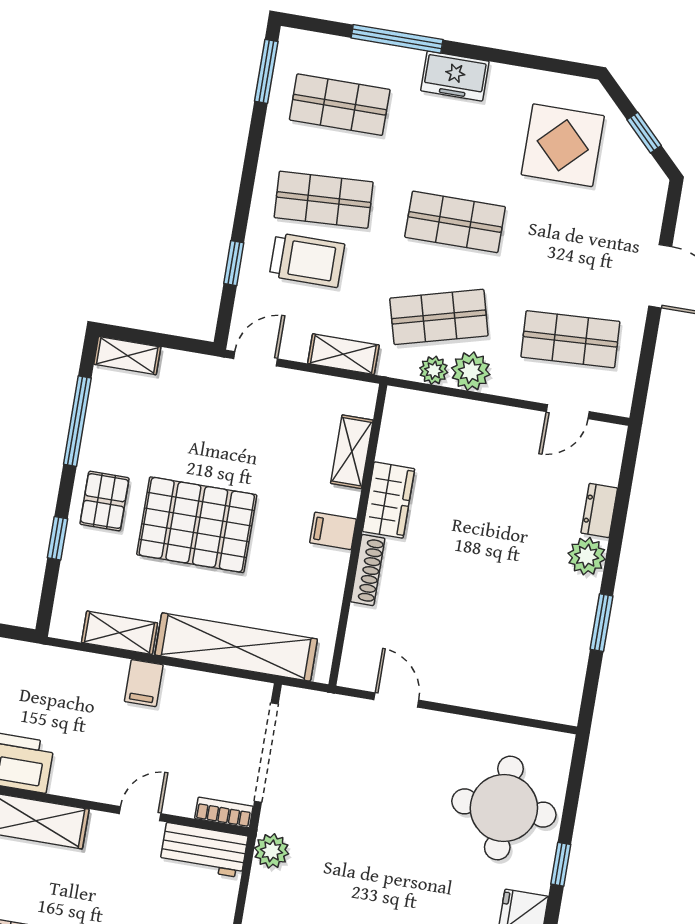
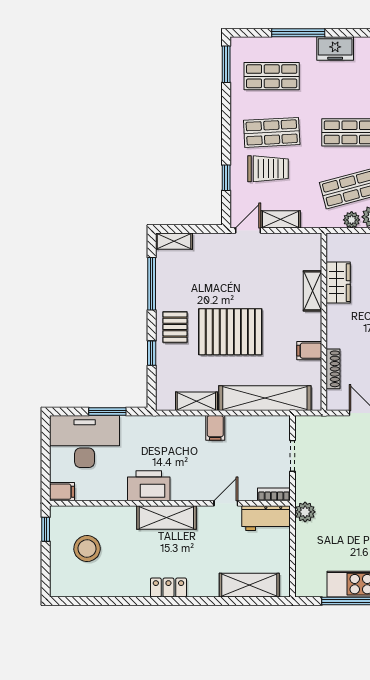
shelving: (343, 354) -> (281, 219), moved
shelving: (352, 452) -> (312, 291), moved
wardrobe: (389, 500) -> (338, 283), moved
filing cabinet: (333, 531) -> (309, 351), moved
shoe rack: (368, 570) -> (333, 369), moved
doorway: (266, 753) -> (292, 456), width x0.53

